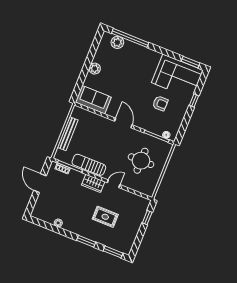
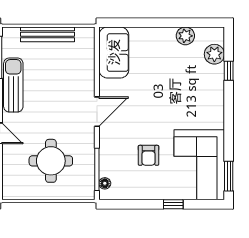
window: (130, 38) -> (229, 71), width x0.32
plant: (95, 69) -> (185, 36), moved

